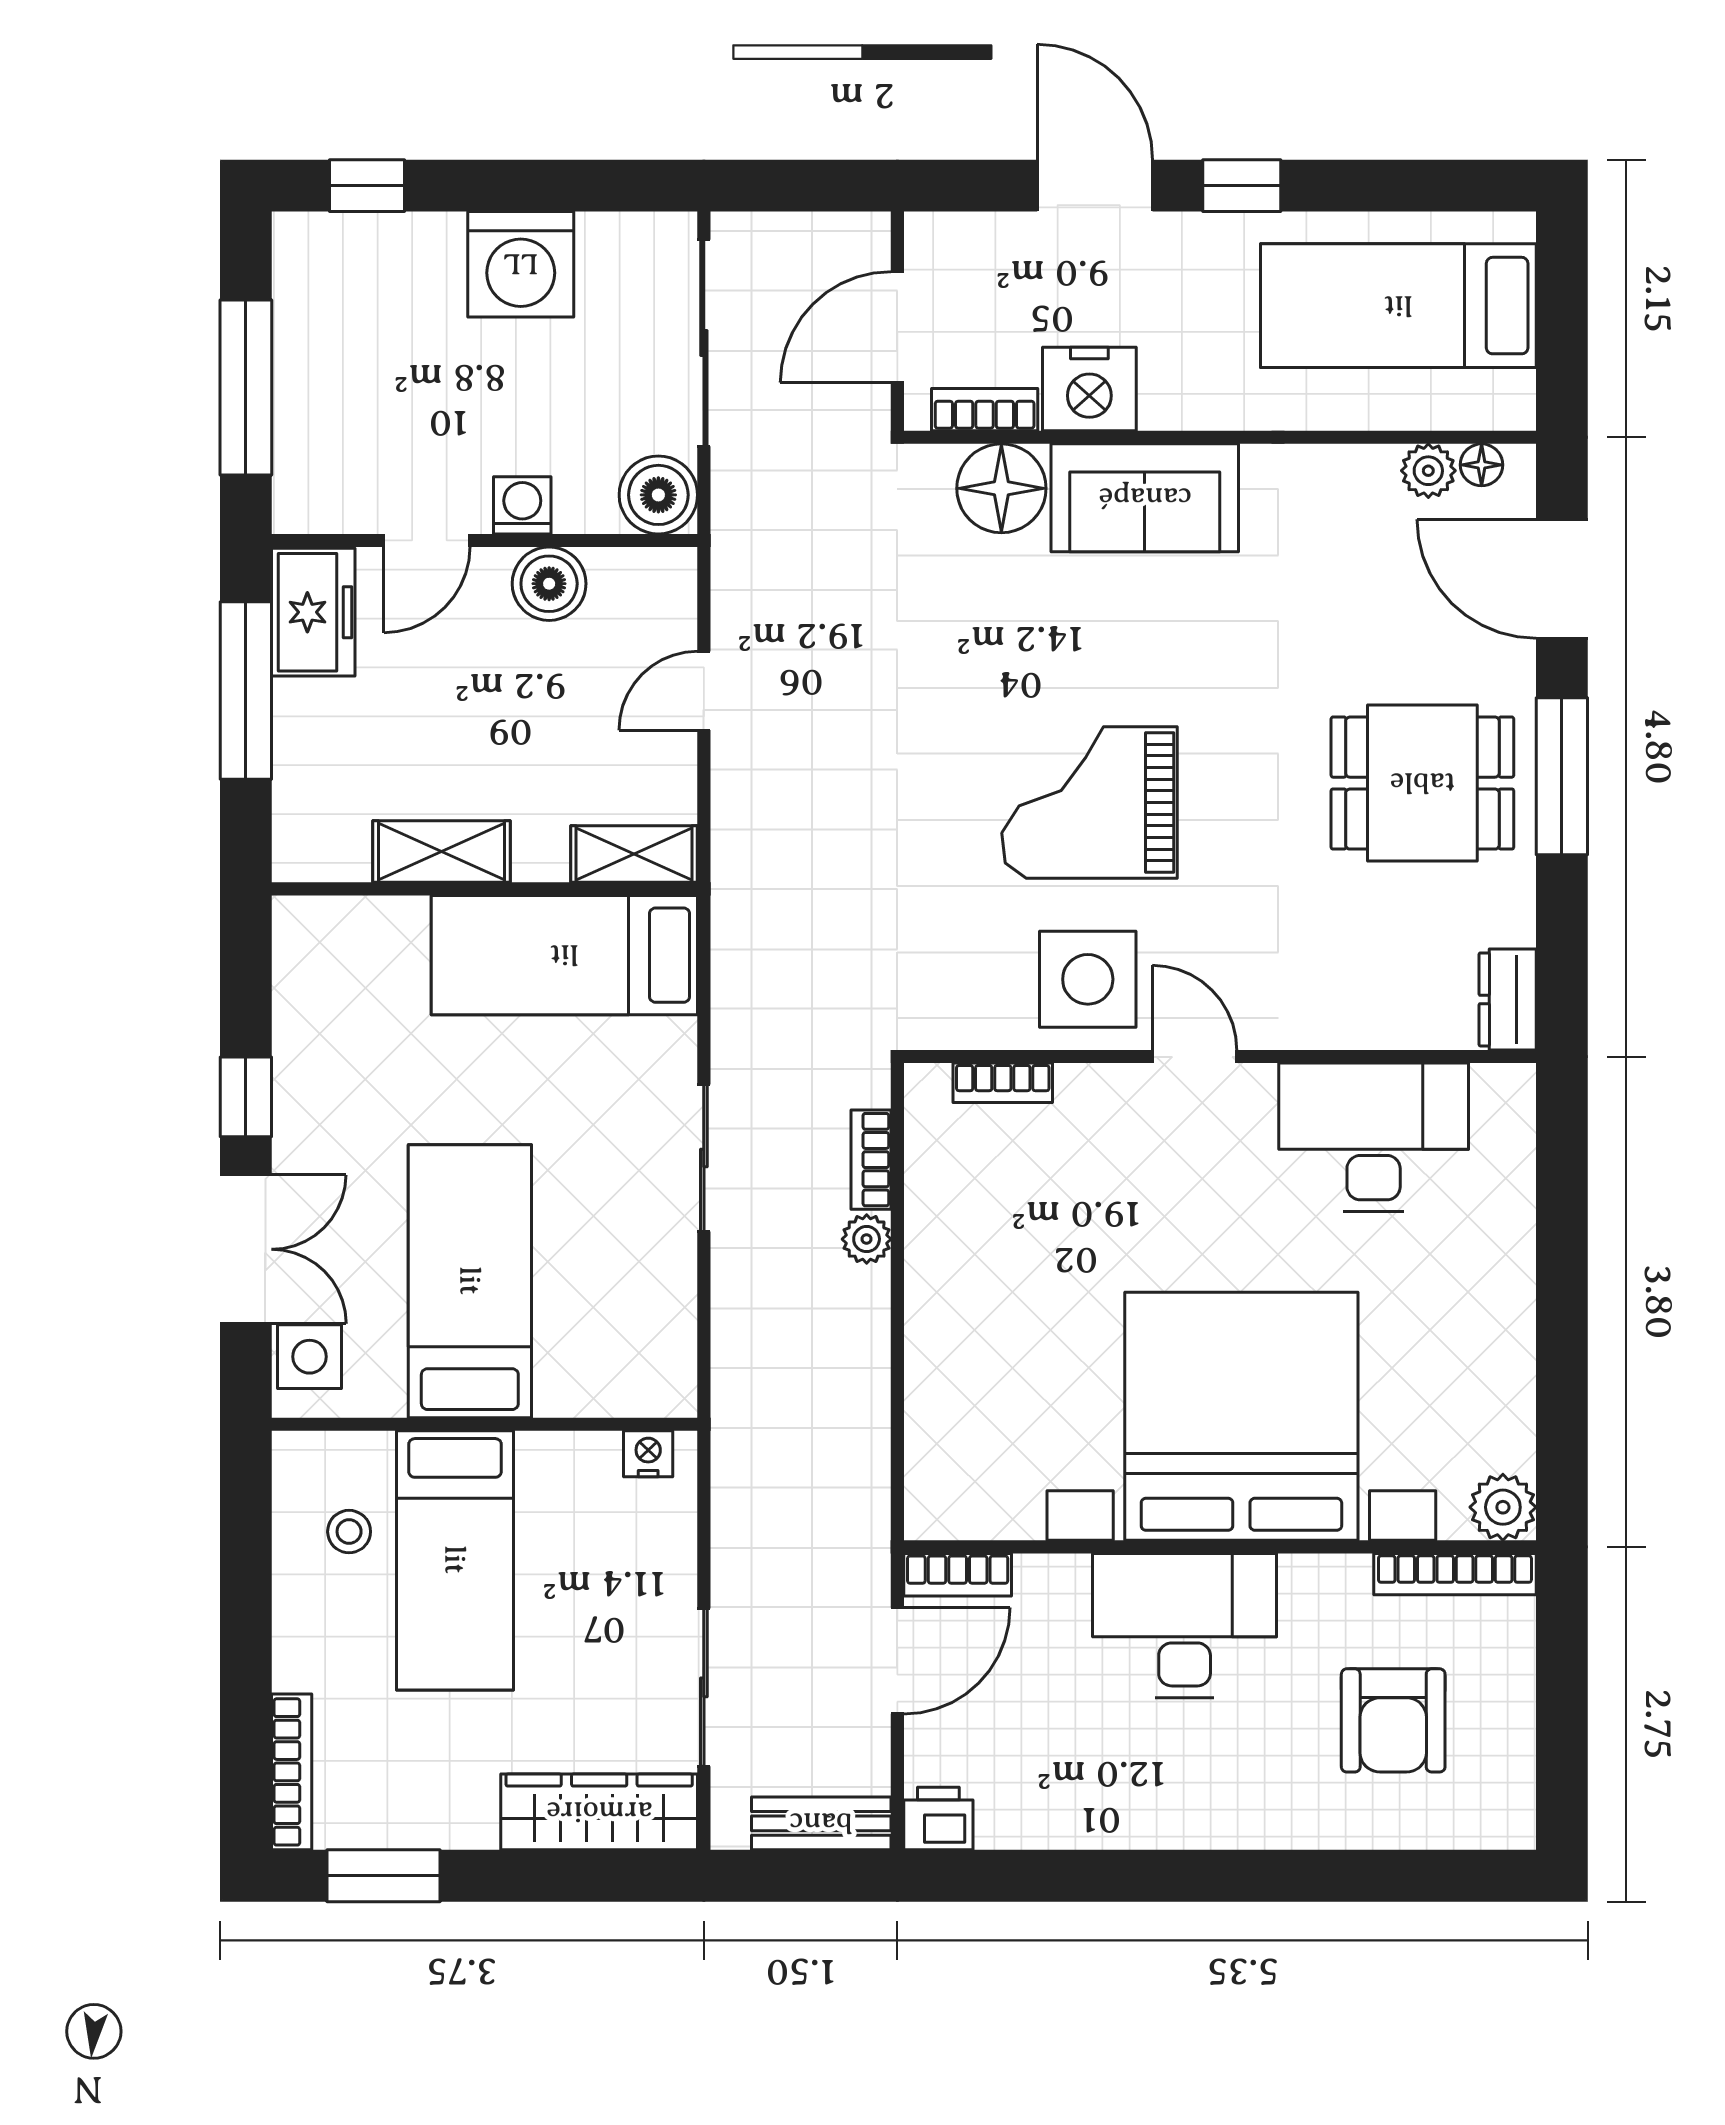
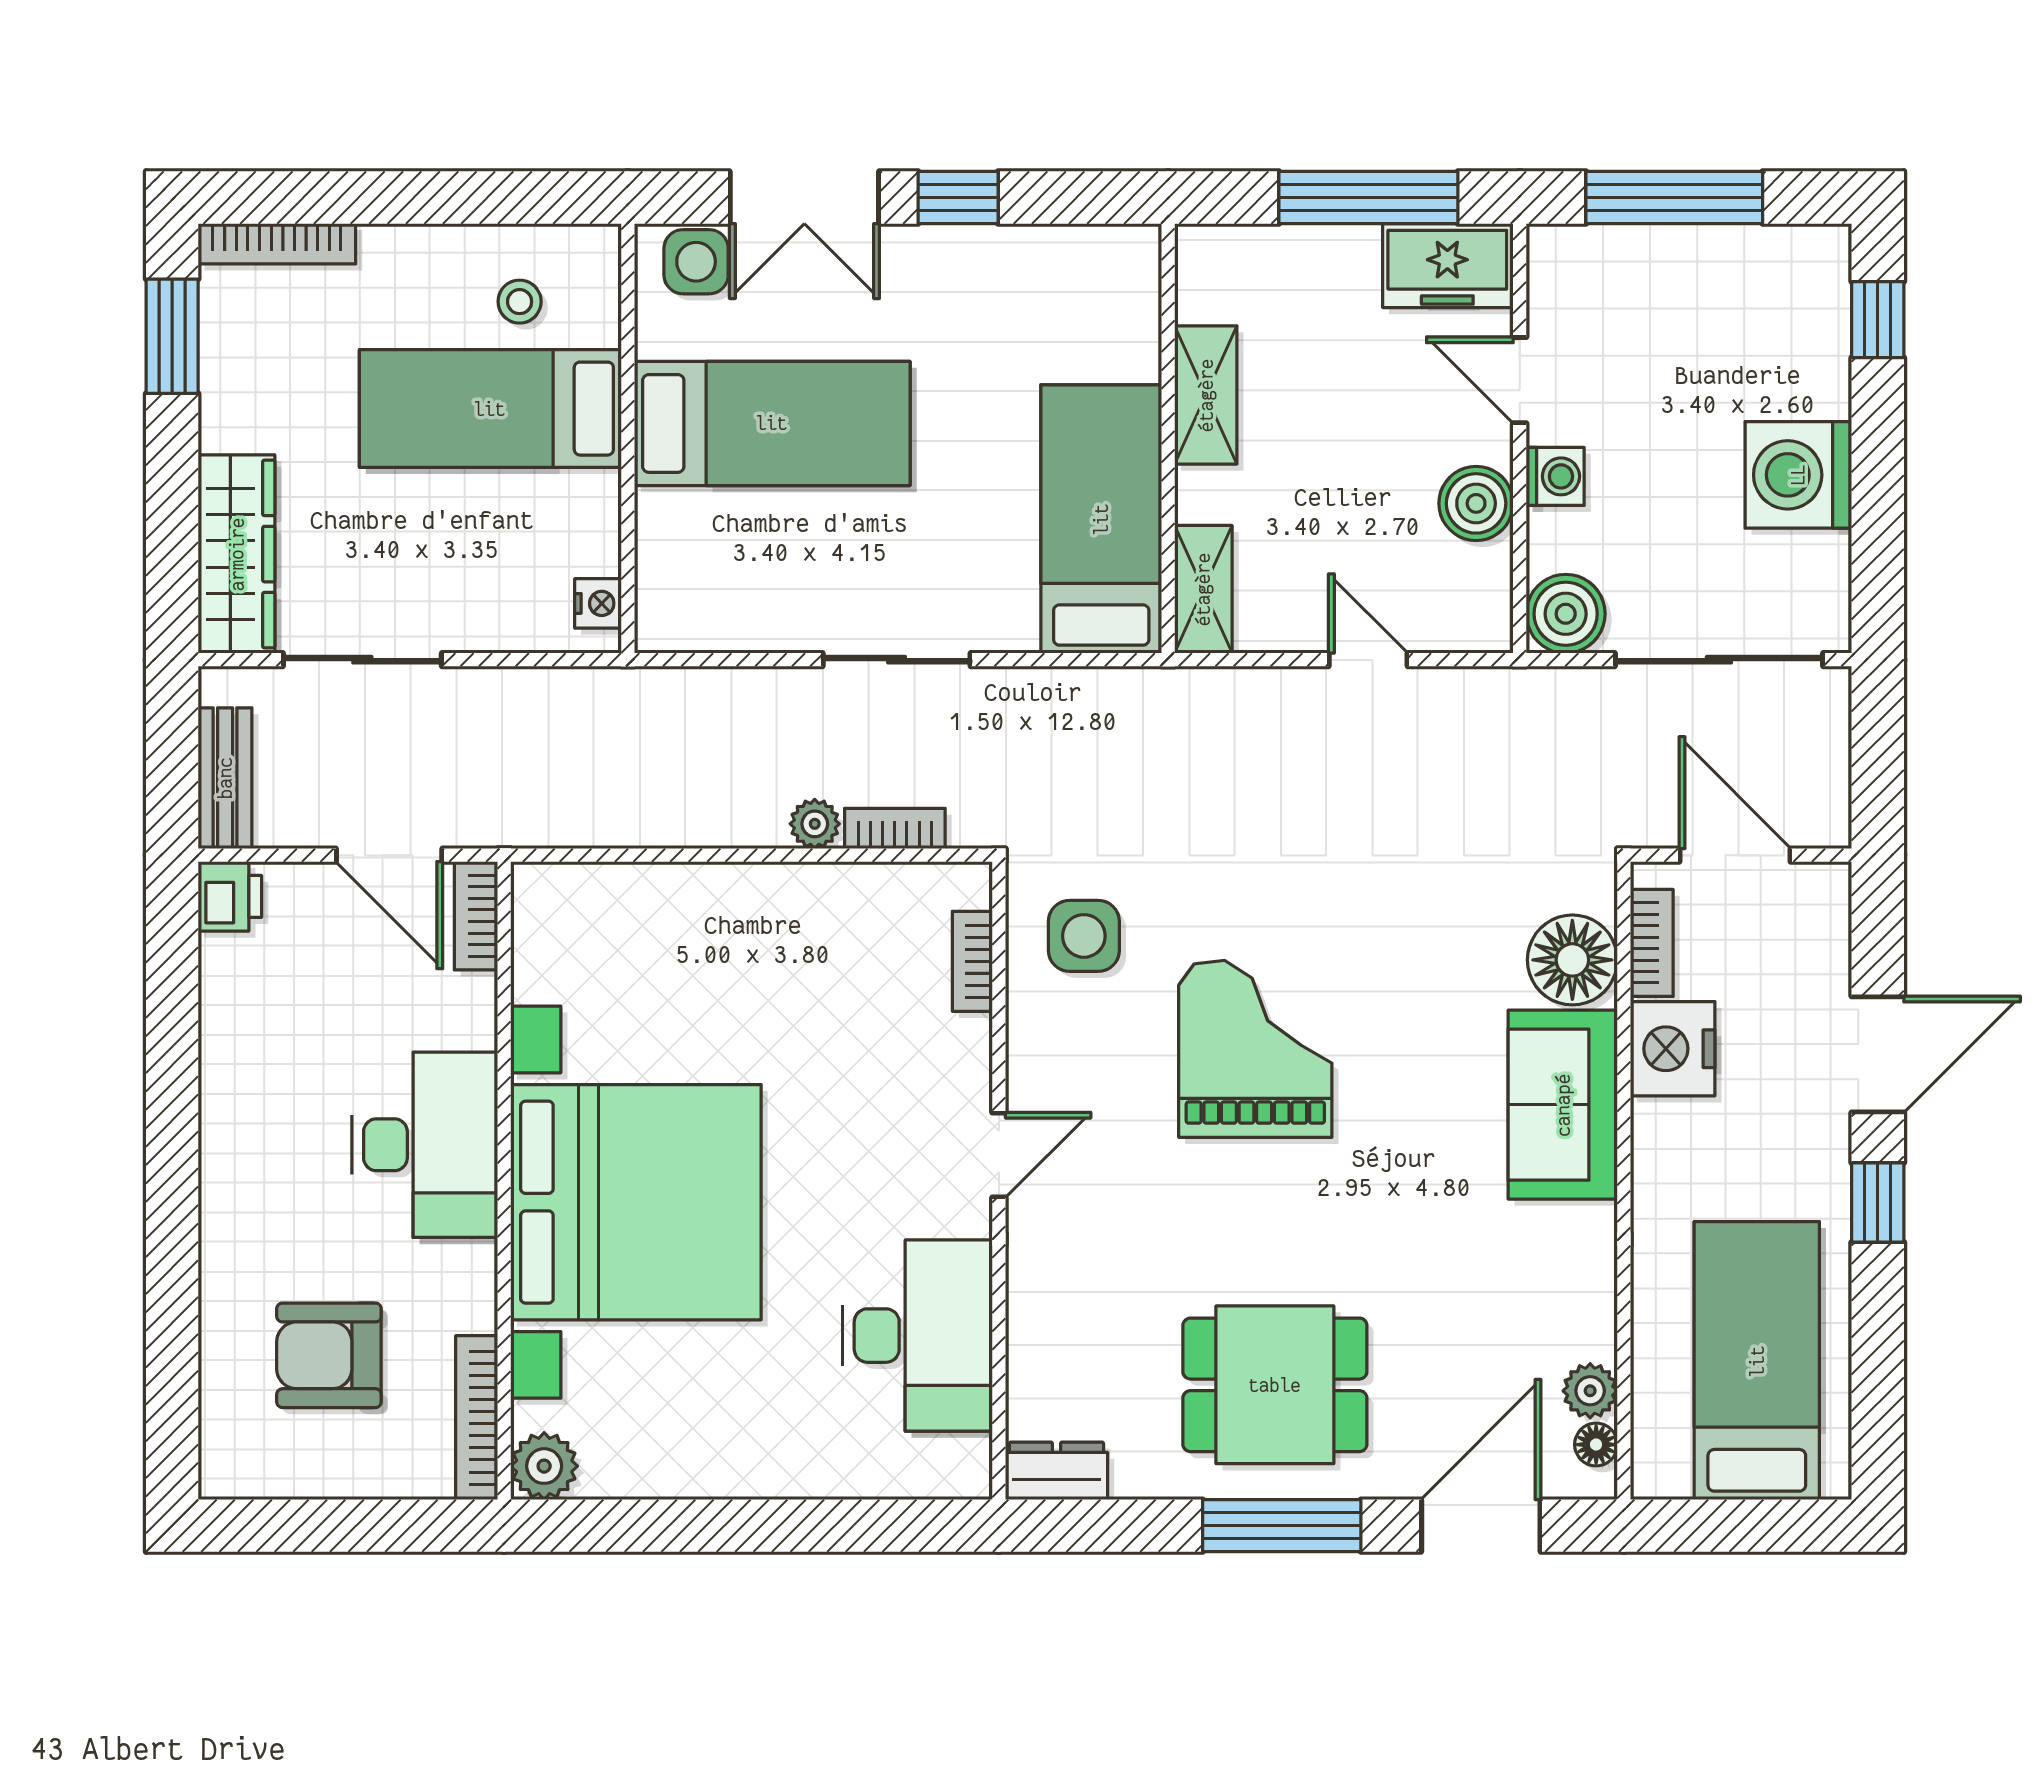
dining table: (1422, 783) -> (1275, 1385), turned 90
side table: (1088, 979) -> (1084, 936), moved, width x0.73, depth x0.73

